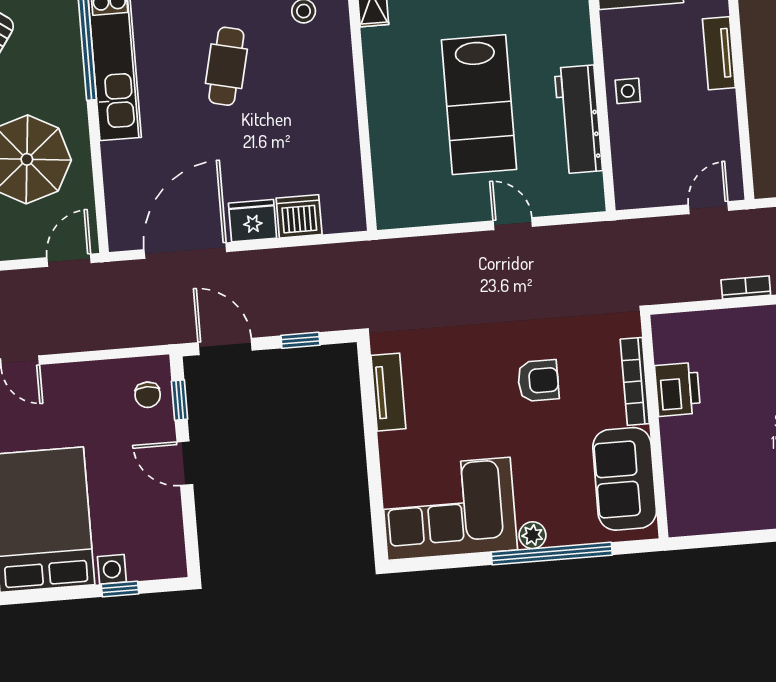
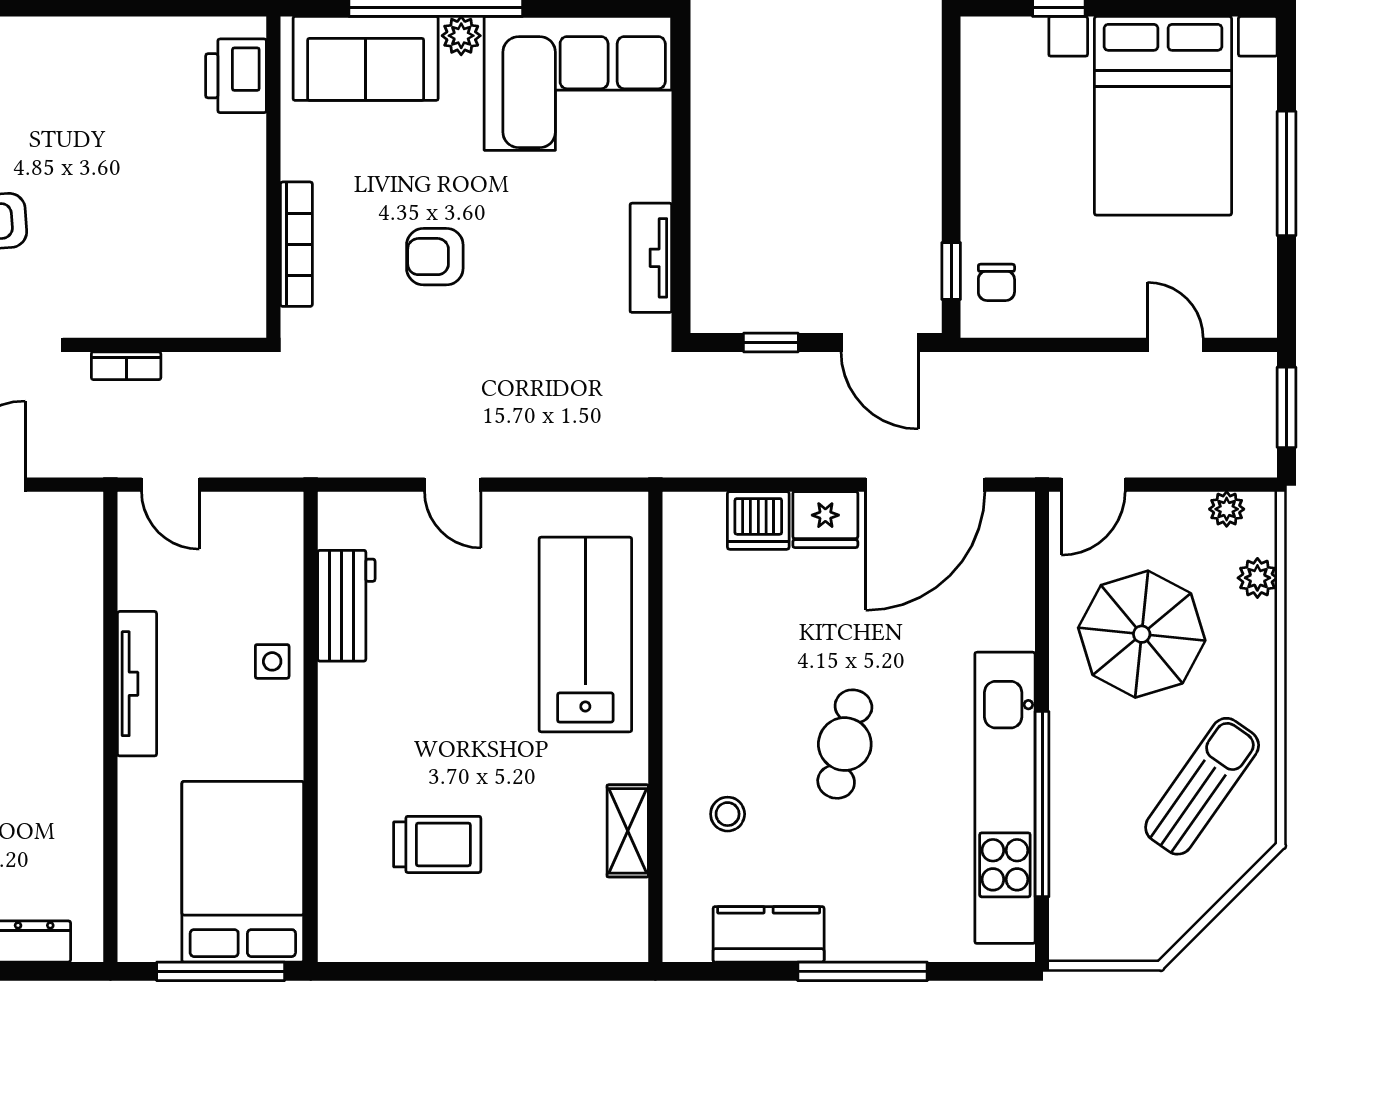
tv unit: (719, 53) -> (137, 684), width x1.41
lab bench: (479, 105) -> (585, 634), moved
workbench: (578, 119) -> (346, 606), width x0.73
door: (708, 208) -> (170, 485), hinge flipped
printer: (677, 389) -> (236, 76), moved
chair: (148, 395) -> (996, 282), turned 180
door: (185, 463) -> (951, 180), removed
sofa: (625, 479) -> (366, 58), moved, turned 90

